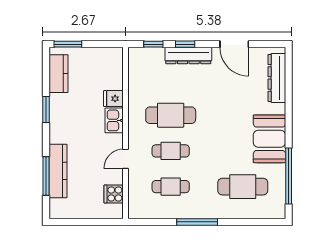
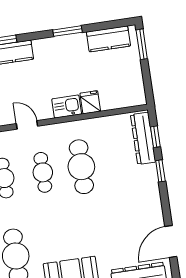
door: (234, 44) -> (171, 242), moved
dresser: (188, 56) -> (143, 138), moved

